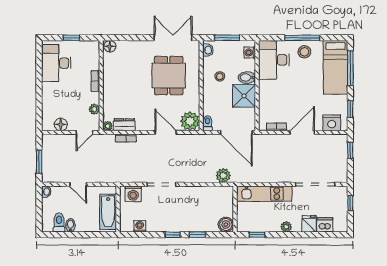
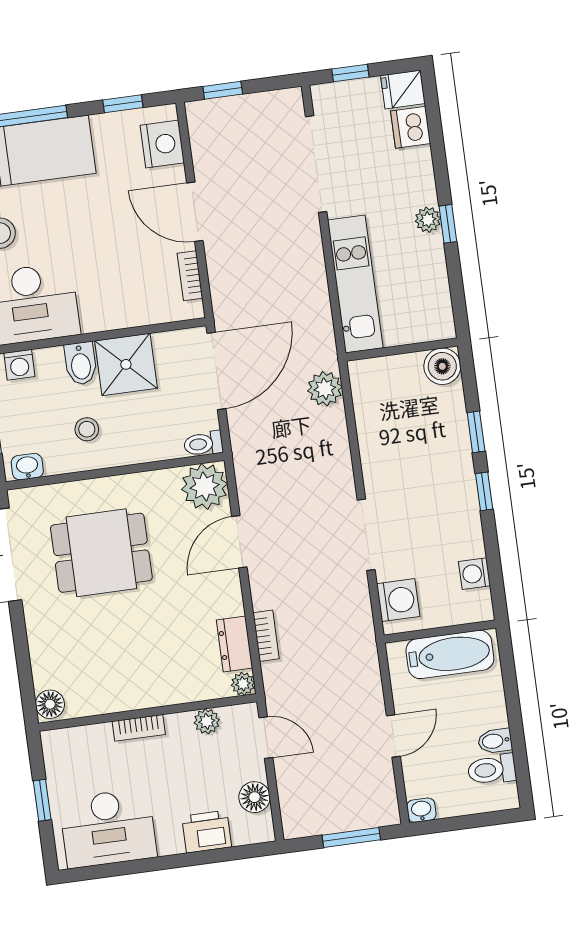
printer: (49, 103) -> (207, 832), added
fridge: (309, 224) -> (403, 89), moved
window: (257, 235) -> (448, 224), moved

